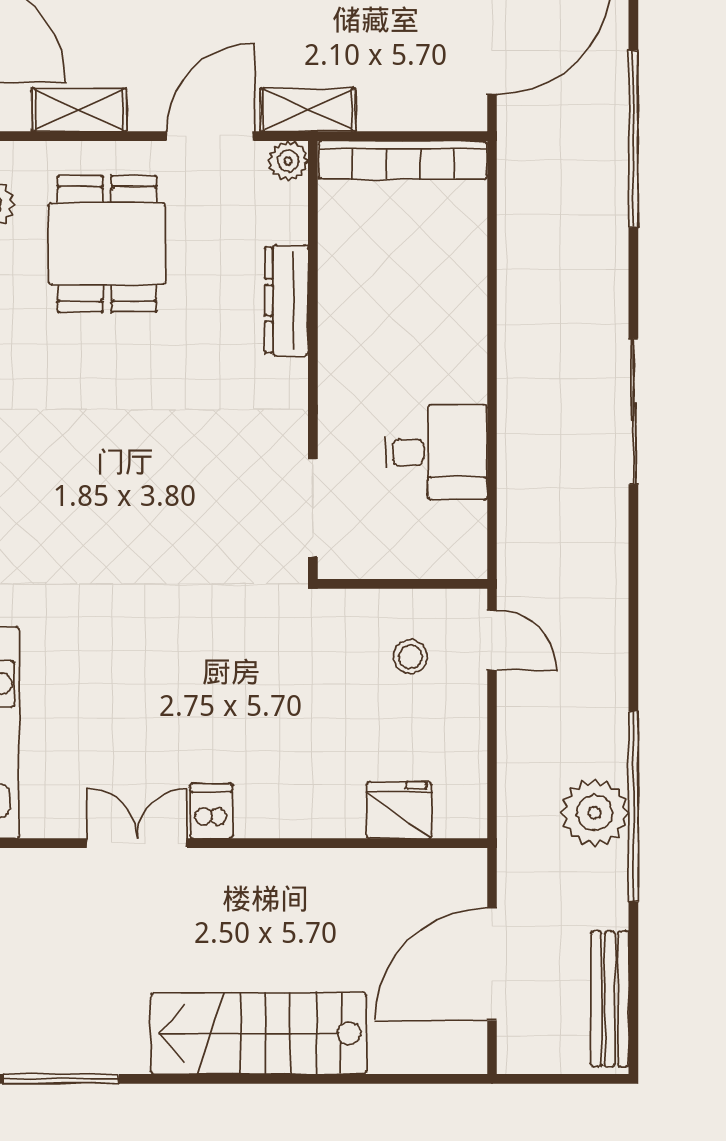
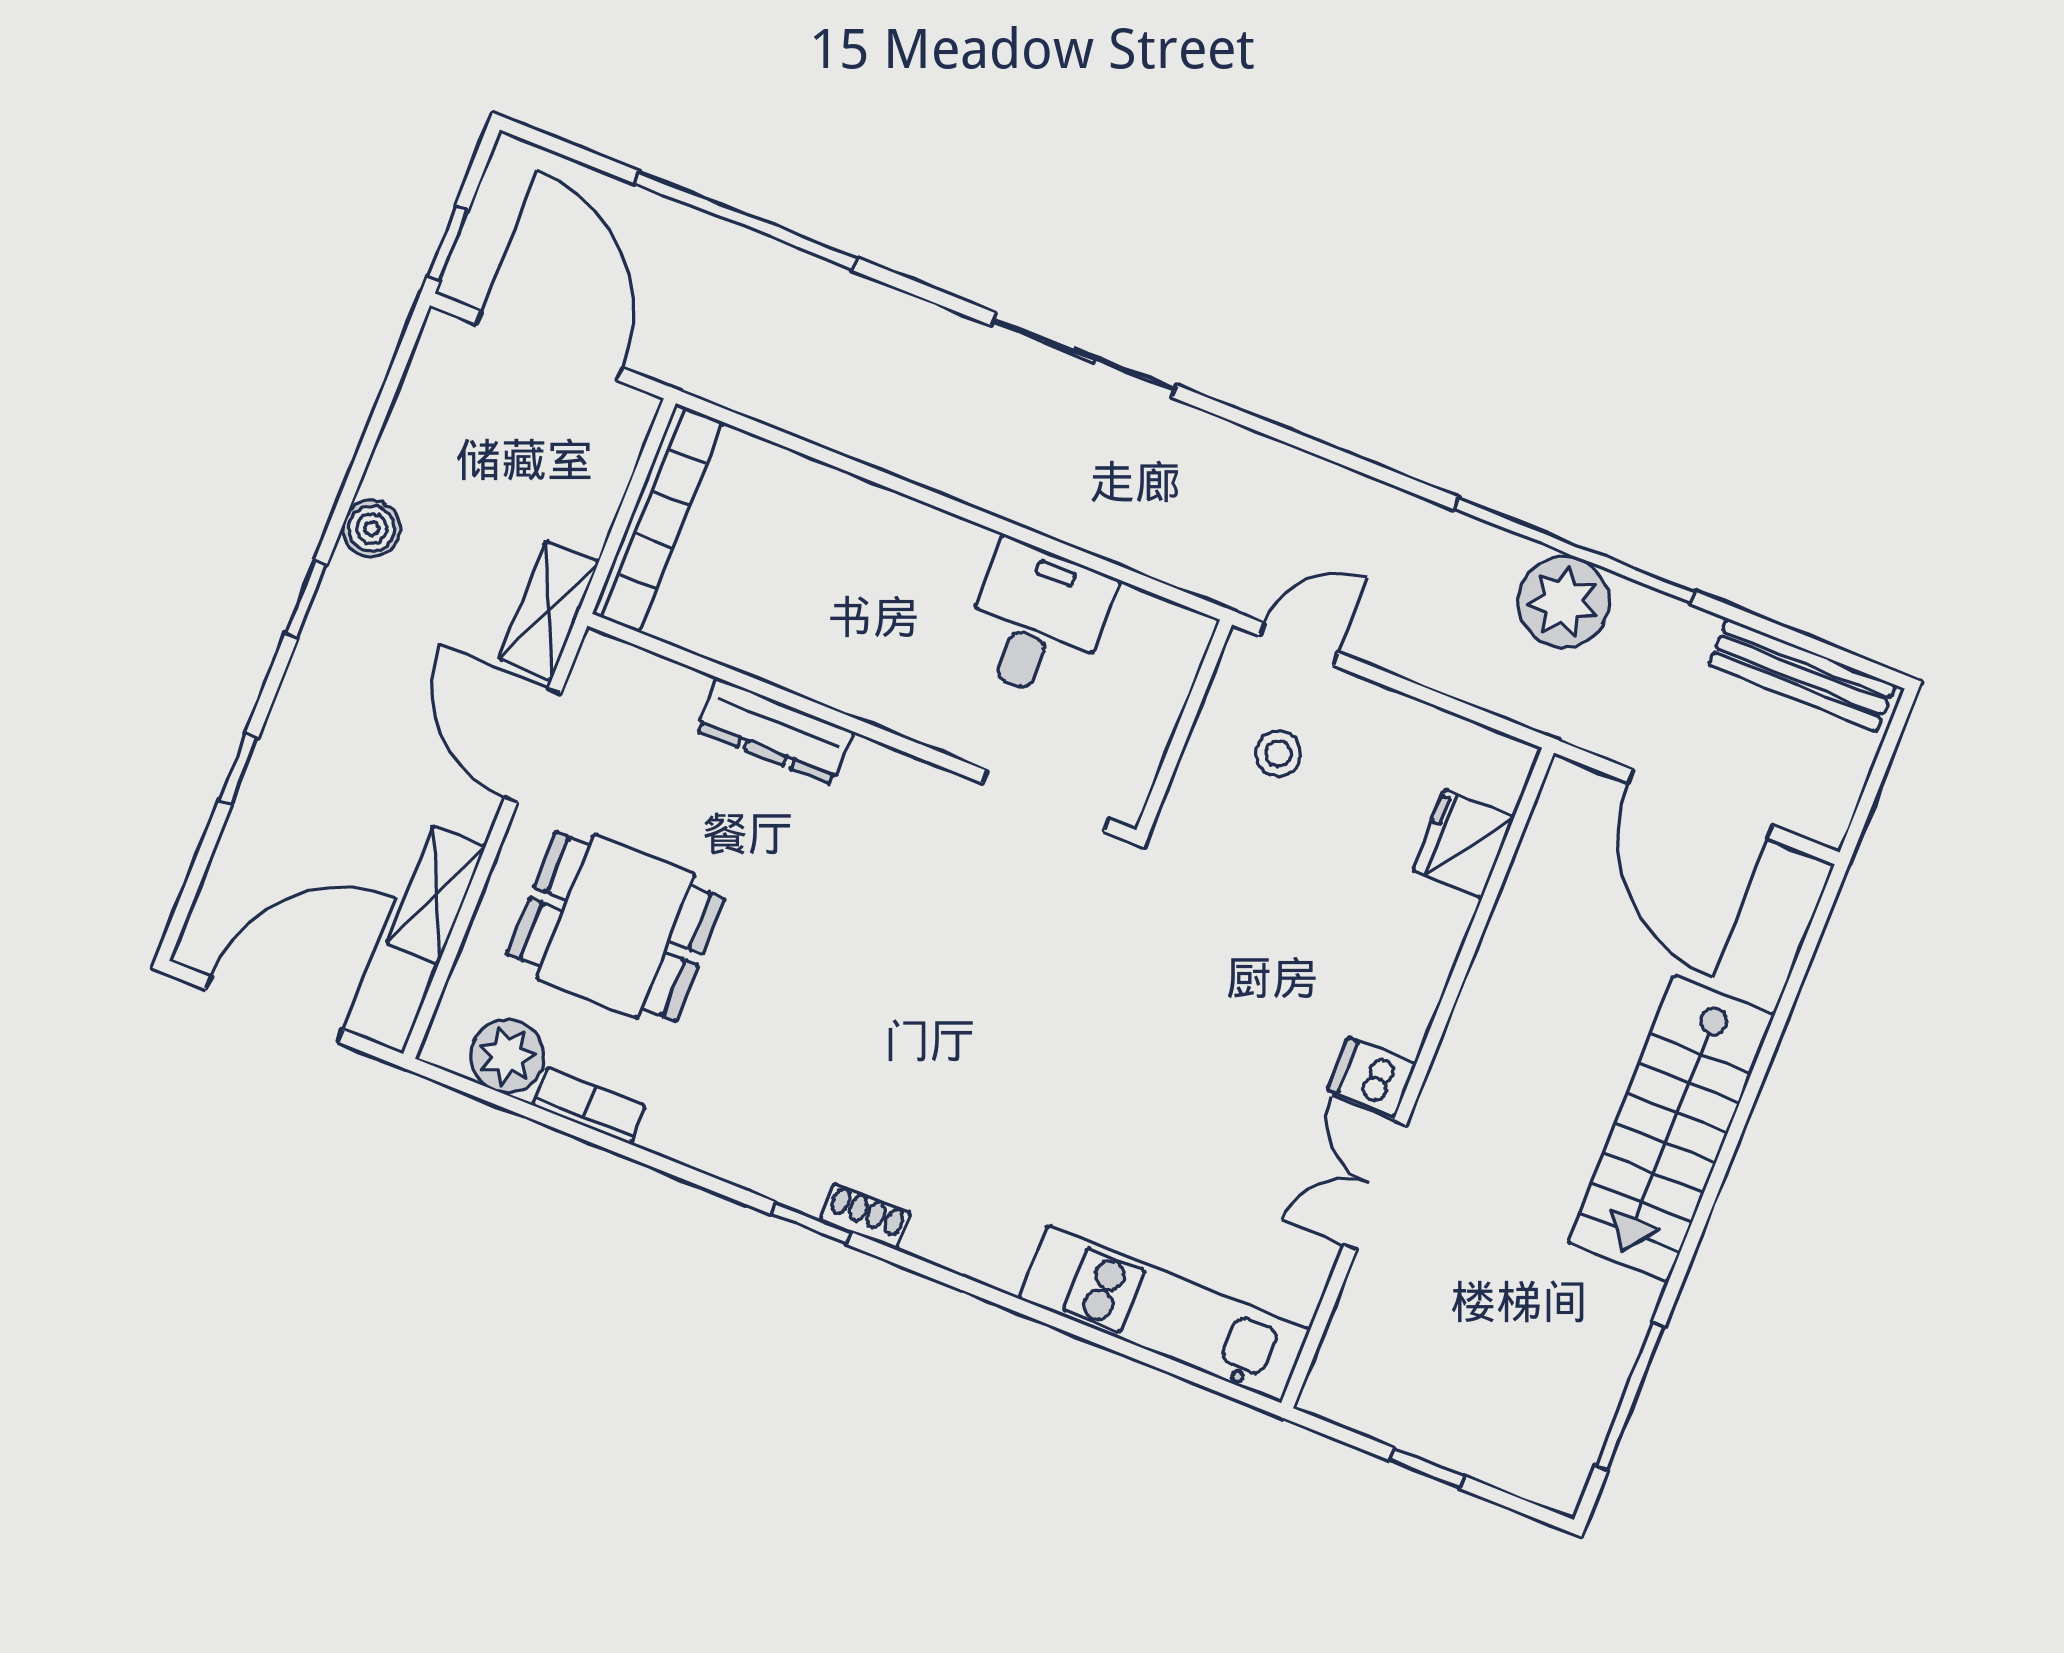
plant: (288, 161) -> (602, 660), removed

